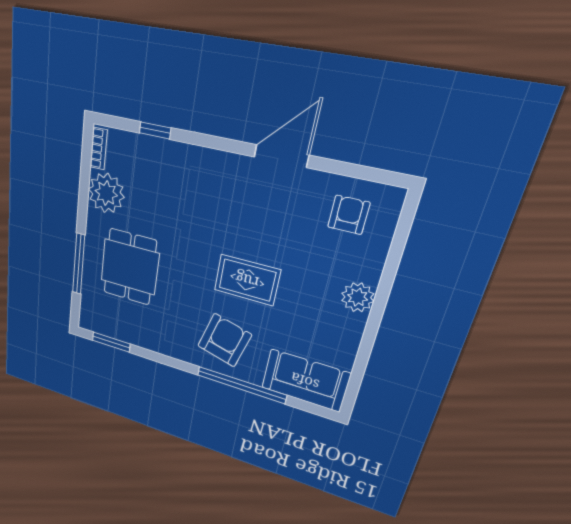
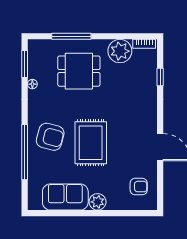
rug: (247, 280) -> (91, 143), width x1.36, depth x1.43
floor lamp: (141, 341) -> (32, 84), added
sofa: (305, 381) -> (65, 197), moved, turned -90

